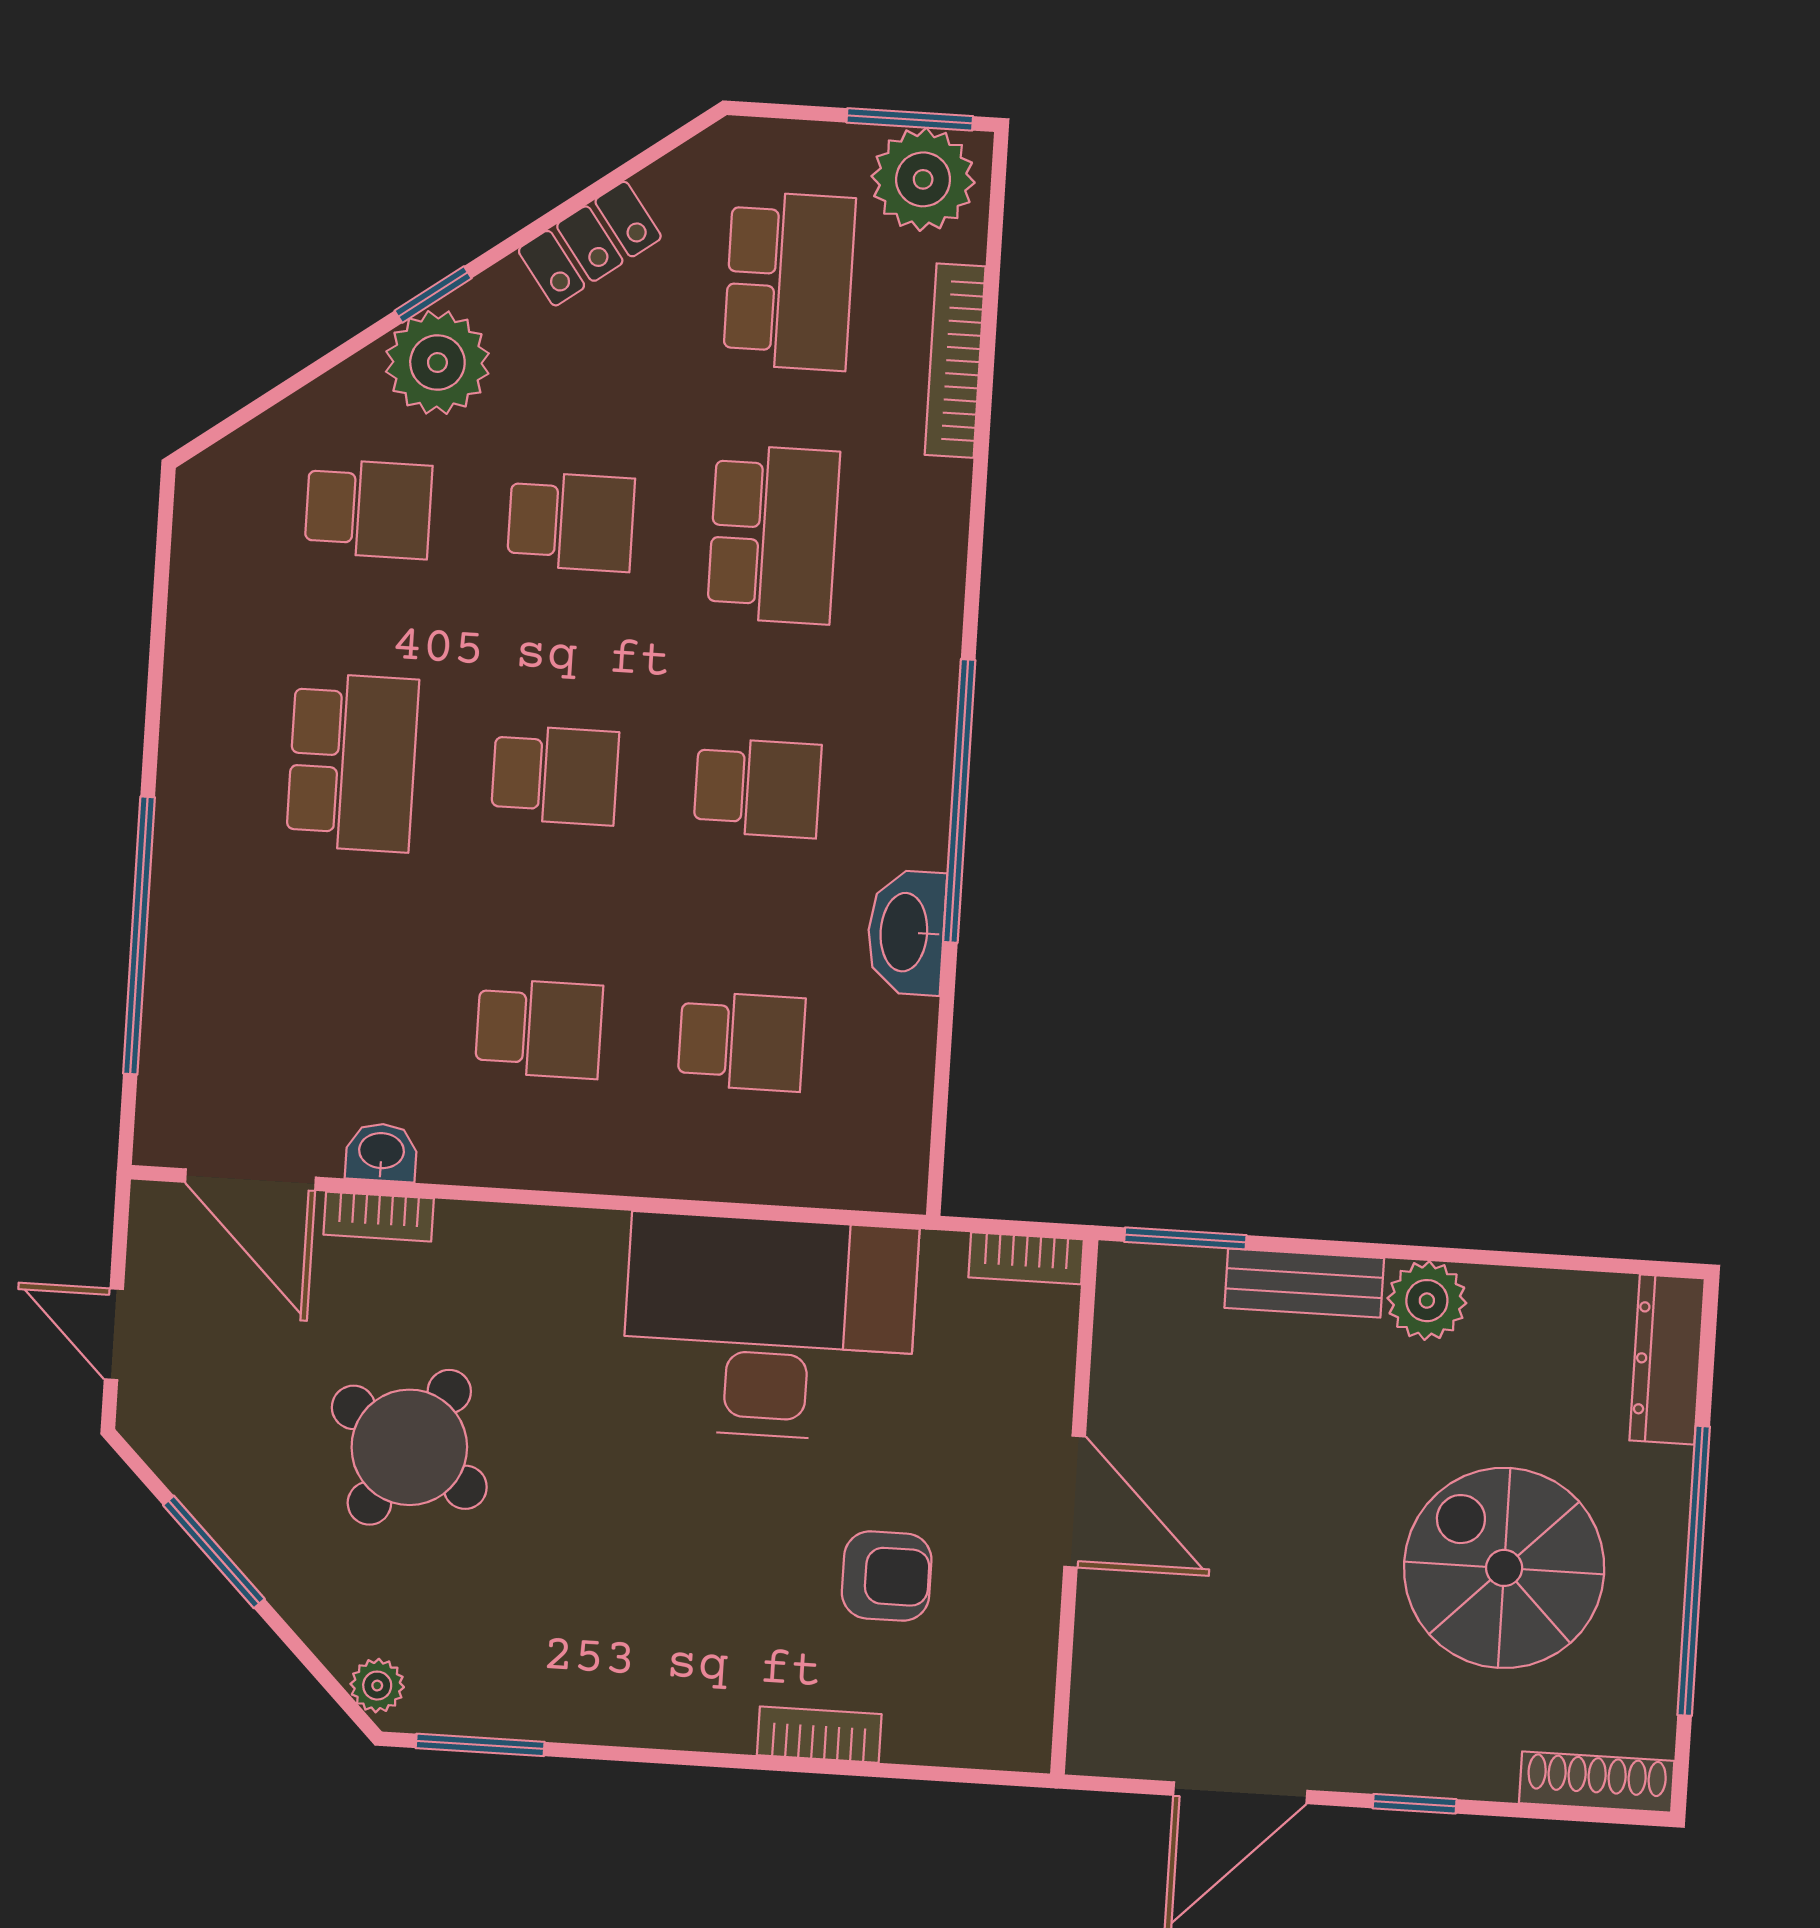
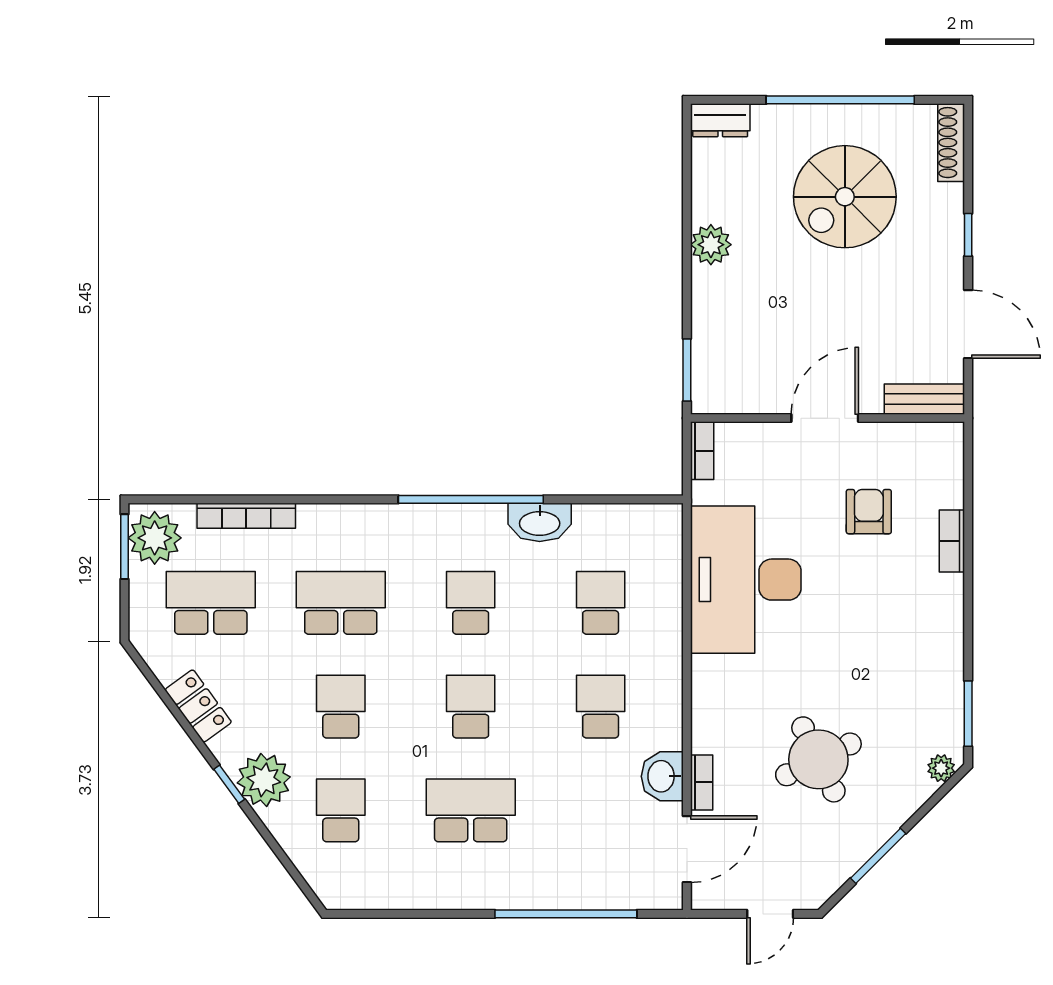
washbasin: (381, 1152) -> (662, 776), width x1.38, depth x1.45
bench: (1304, 1283) -> (924, 399), moved, turned 90
dresser: (1667, 1359) -> (720, 120), width x0.70
round table: (409, 1447) -> (818, 759), turned 32

